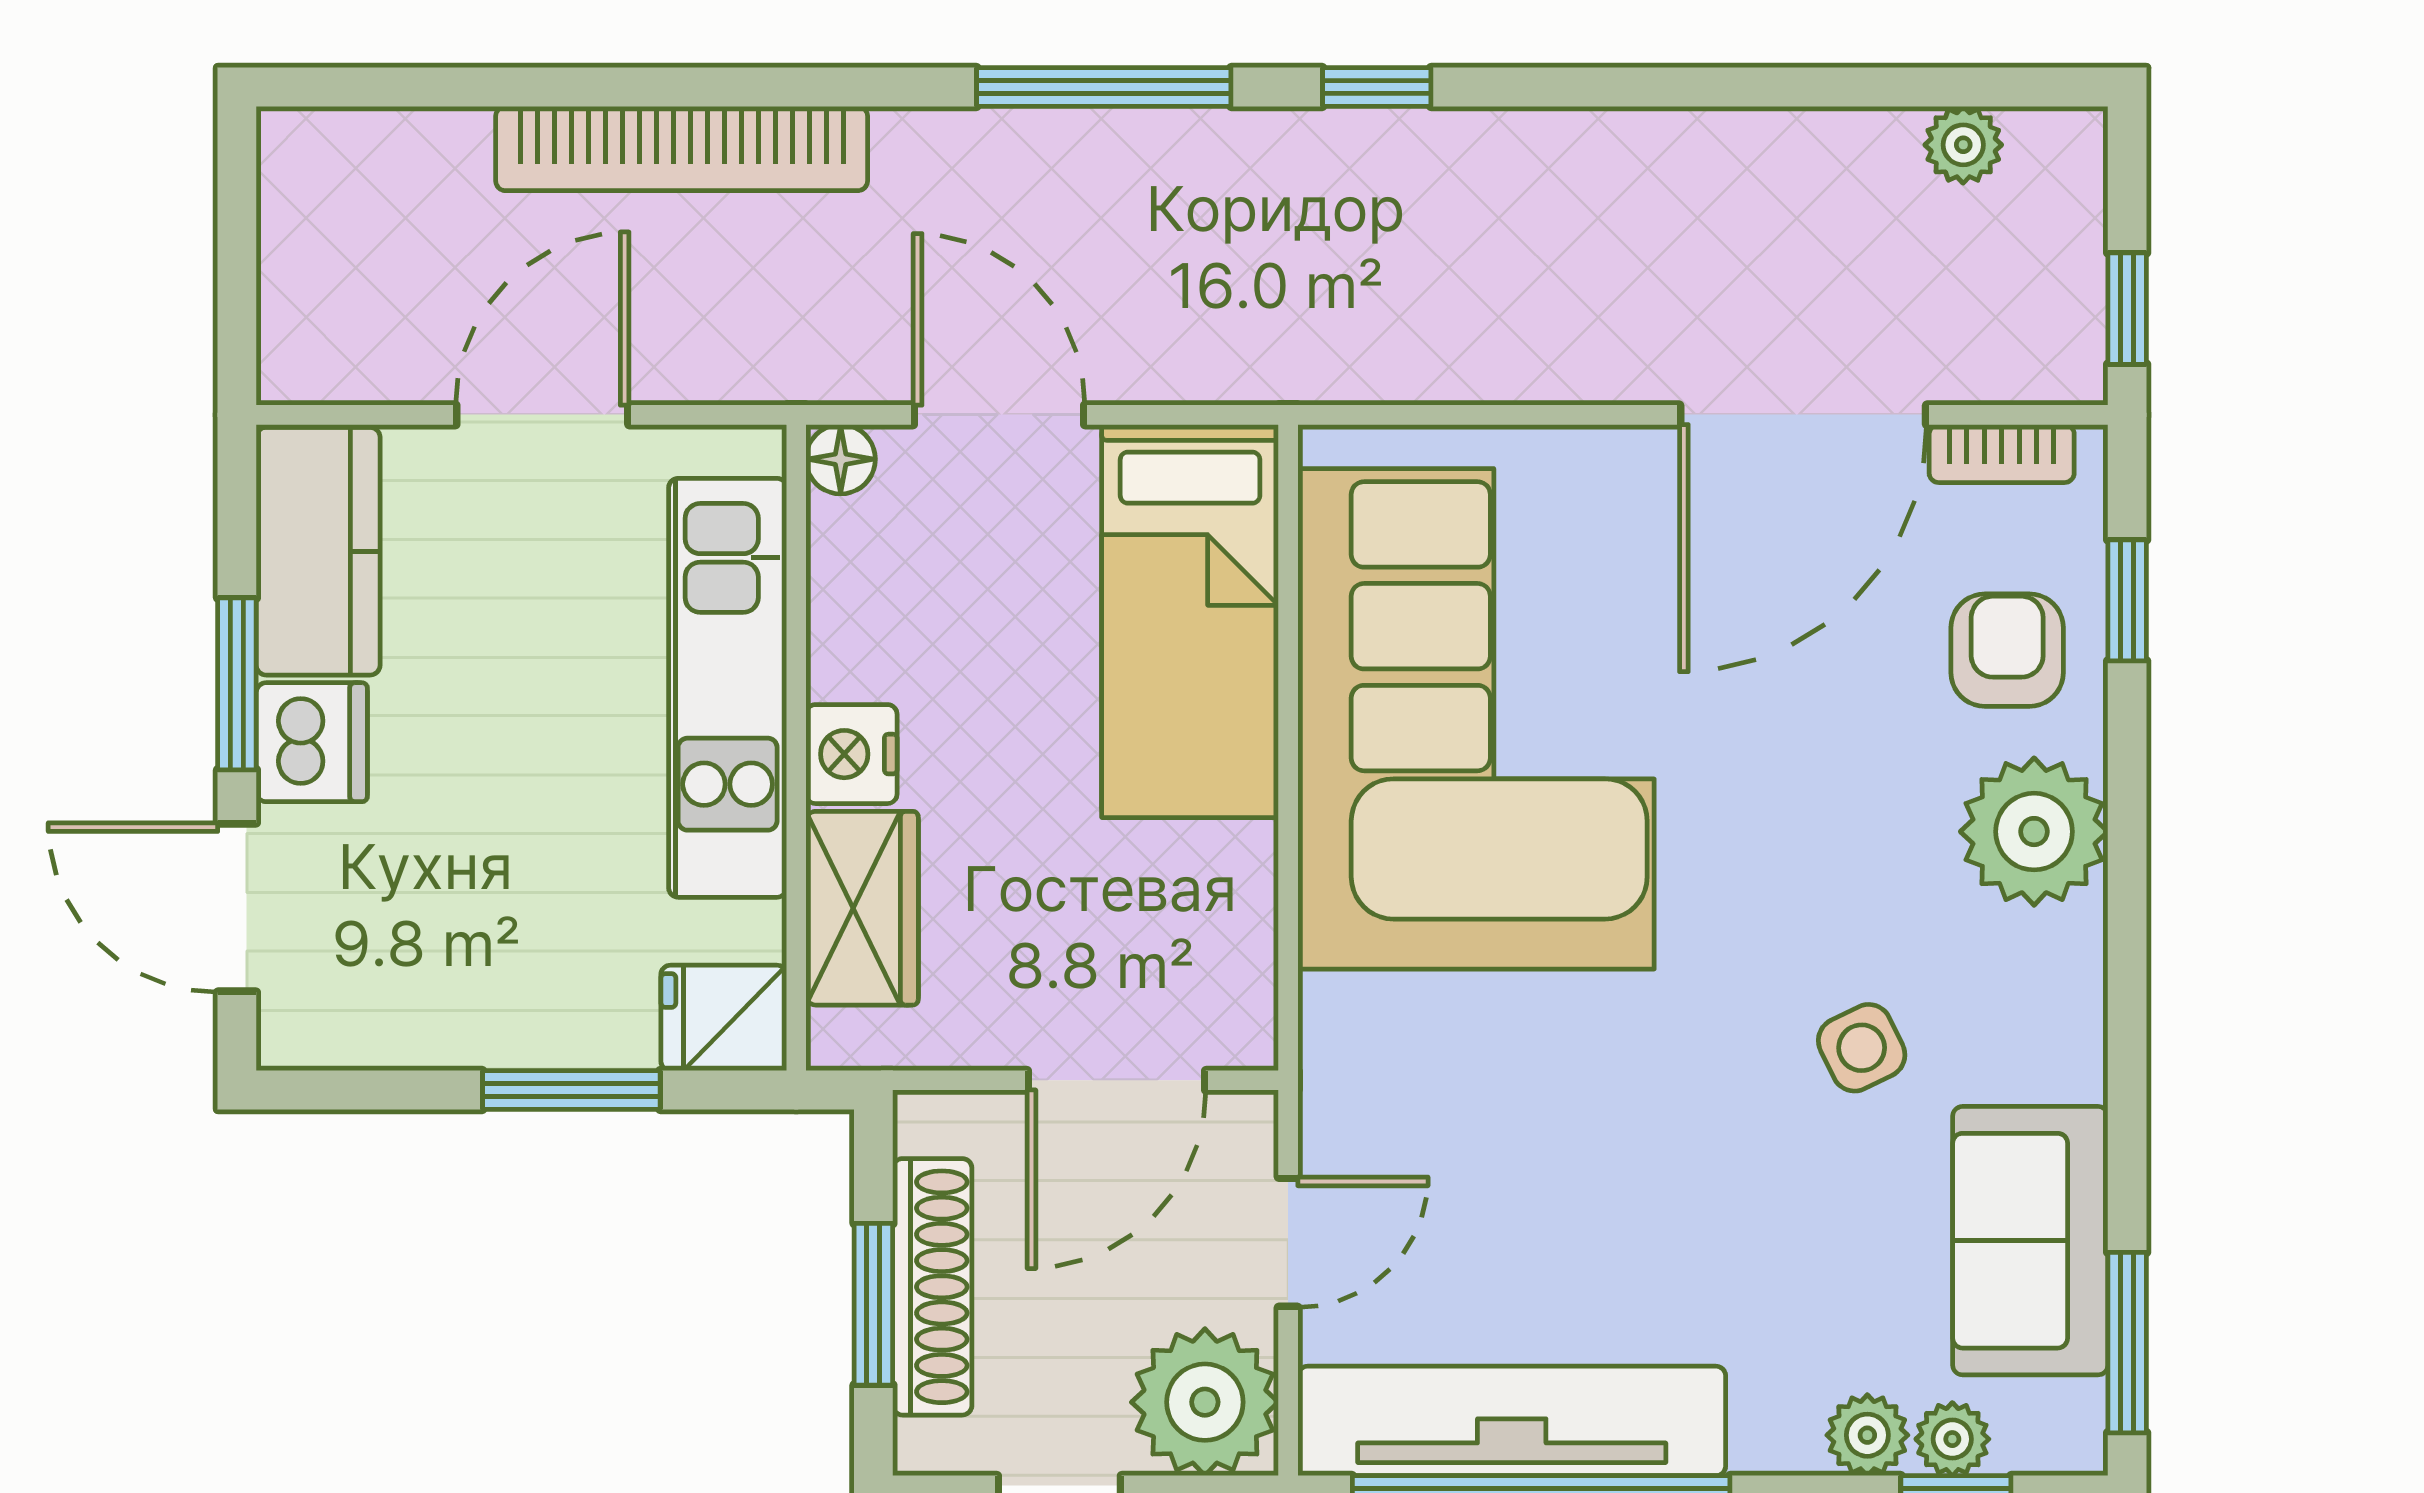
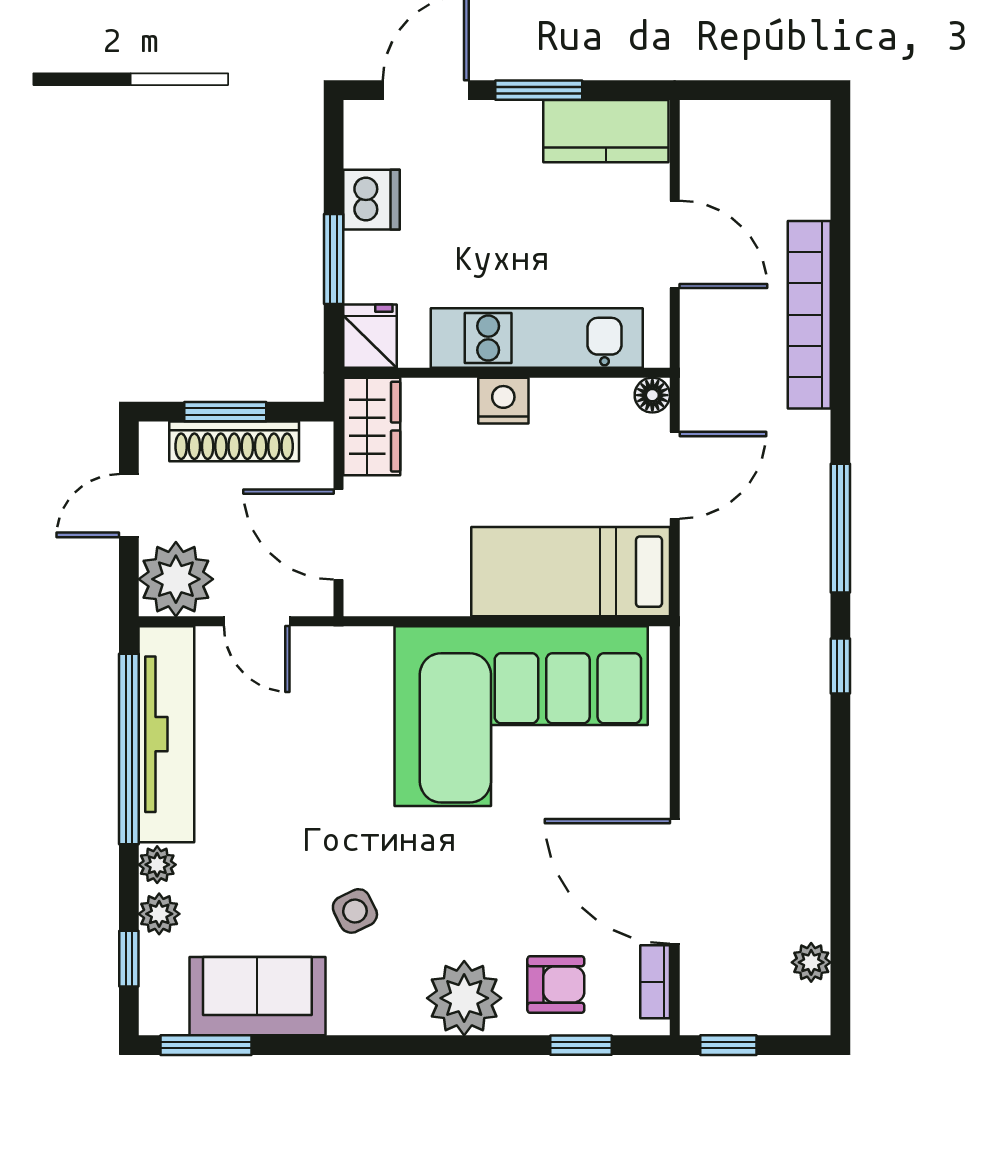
dishwasher: (312, 742) -> (371, 200), moved, turned -90
wardrobe: (862, 908) -> (372, 427), moved, turned -90
plant: (1952, 1439) -> (157, 865), moved

